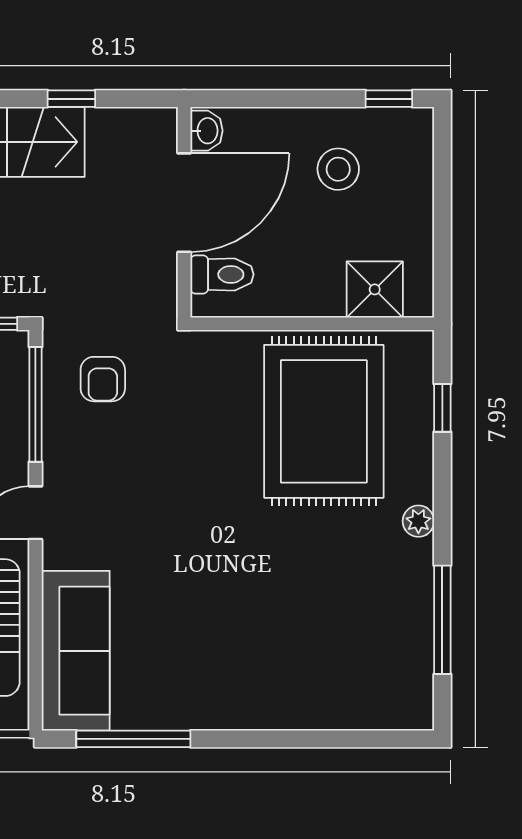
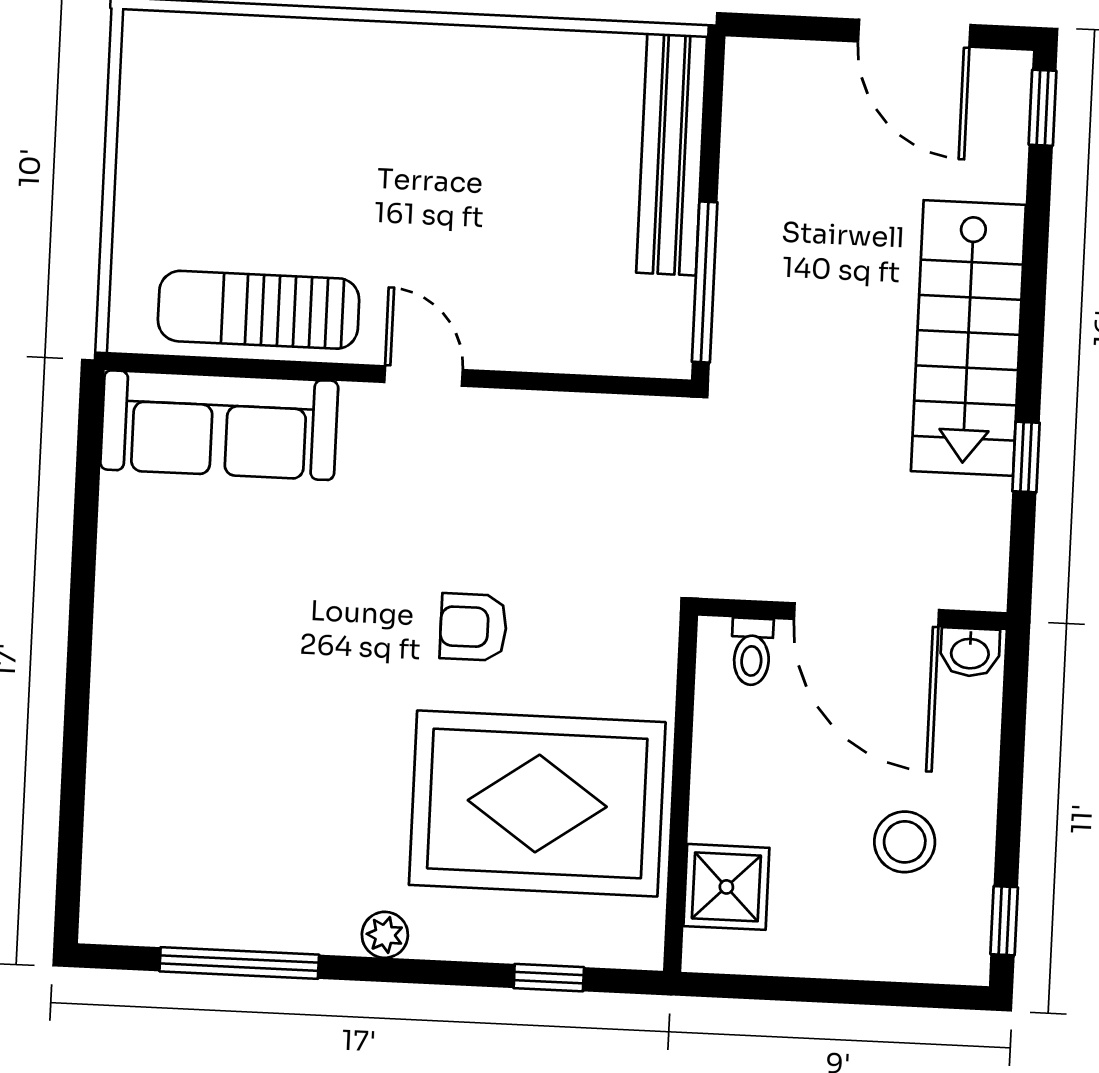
toilet: (222, 274) -> (752, 652), width x0.73, depth x0.72
armchair: (103, 379) -> (473, 627), moved
window: (35, 404) -> (582, 383), removed
window: (133, 739) -> (86, 503), removed

